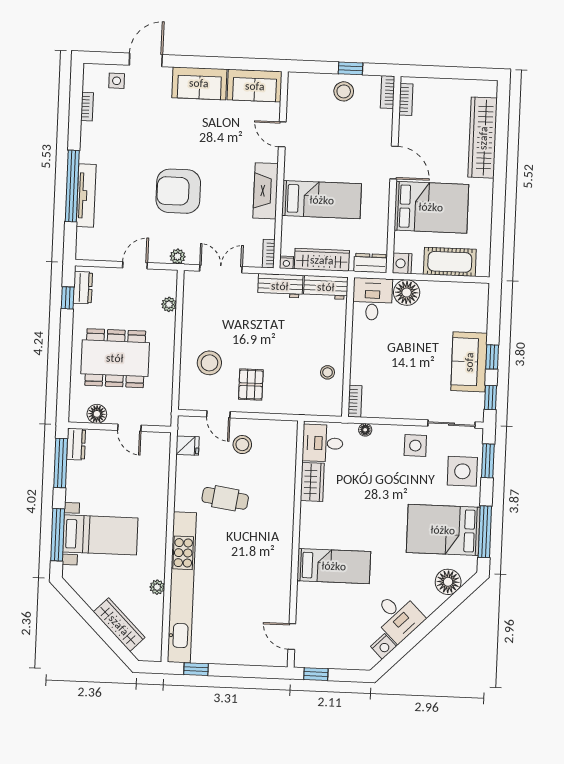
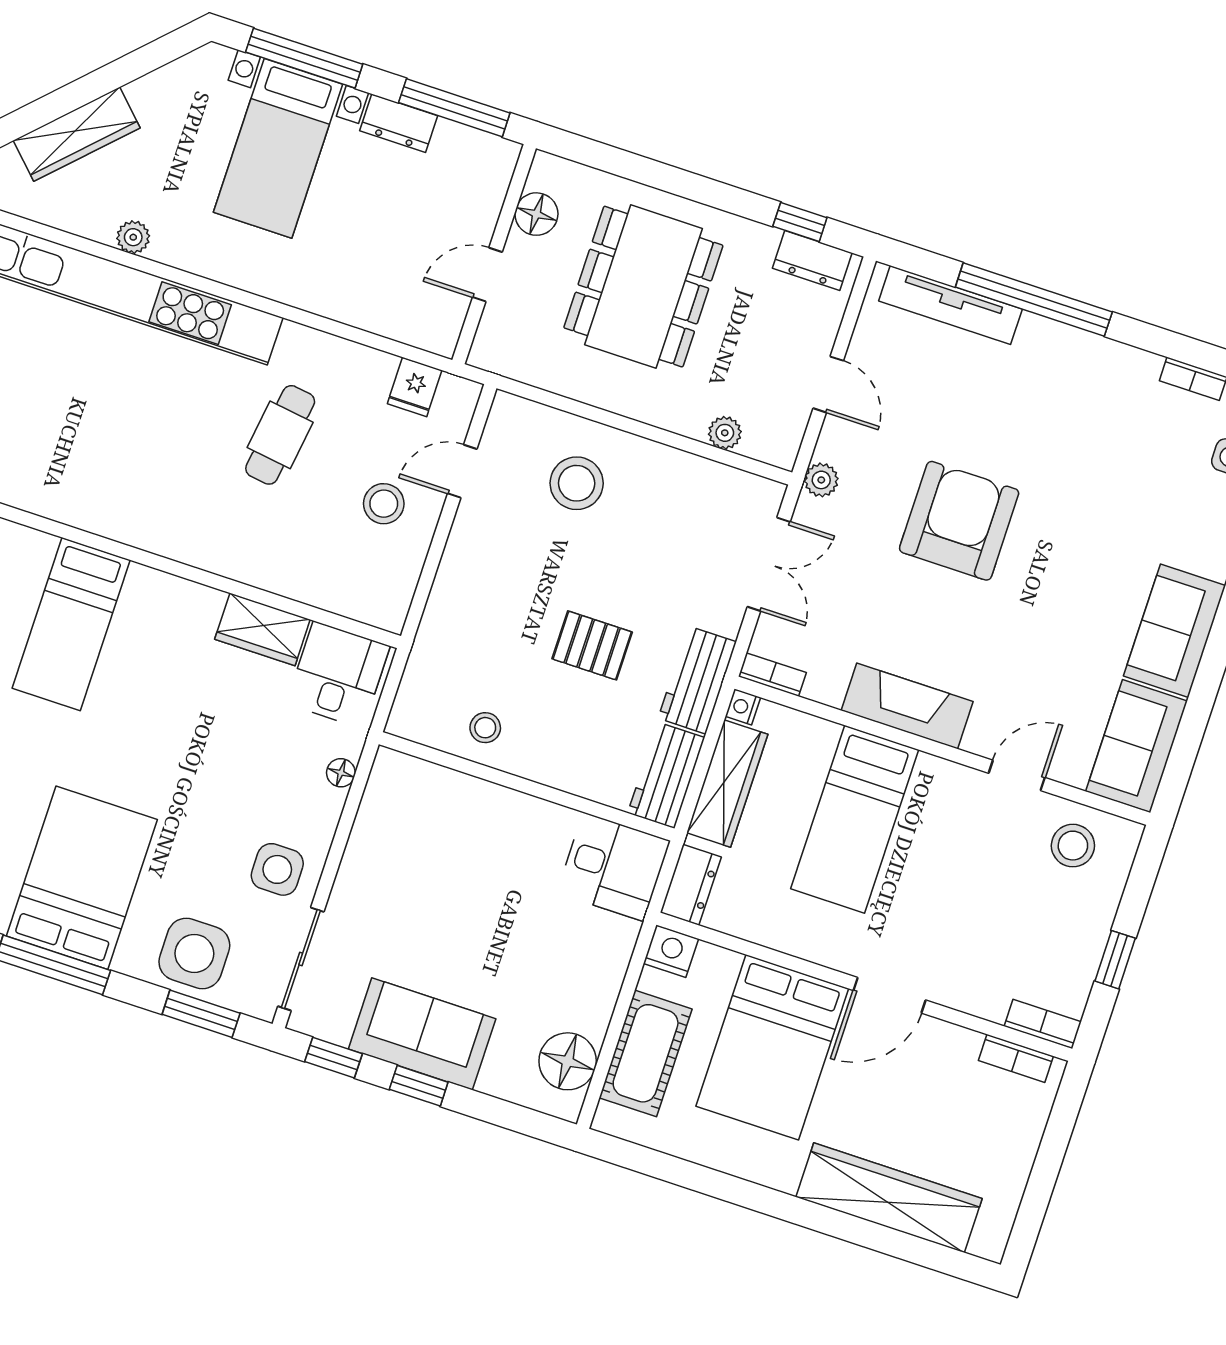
stool: (344, 91) -> (1073, 846), moved
tv unit: (86, 196) -> (950, 305), moved
floor lamp: (407, 293) -> (568, 1061), moved
pallet: (251, 385) -> (592, 645), moved
bookcase: (355, 401) -> (407, 768), removed
dresser: (76, 444) -> (399, 123), moved

